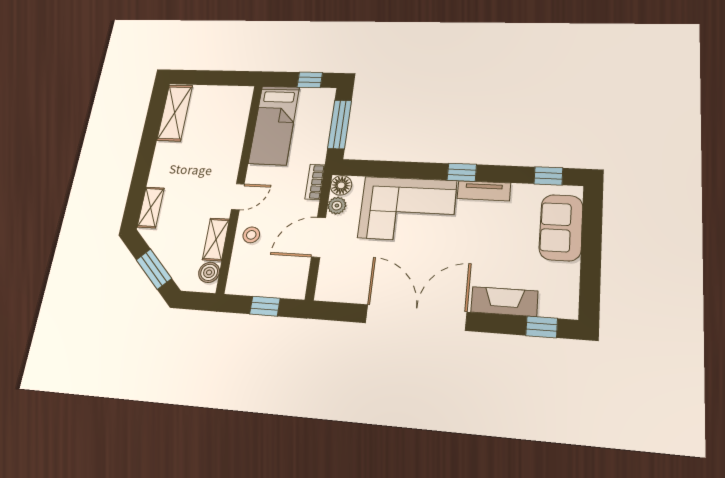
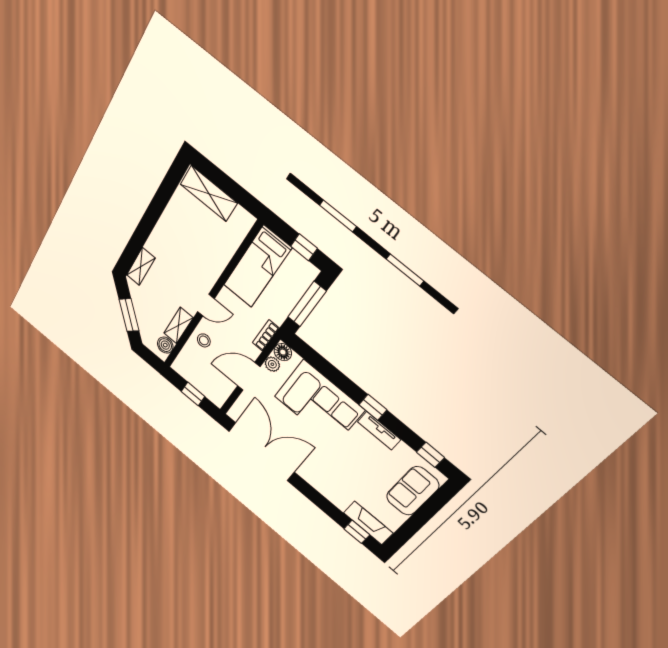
shelving: (175, 113) -> (209, 194), moved, turned 90
fireplace: (504, 302) -> (368, 523), moved
double door: (416, 317) -> (261, 452), moved

